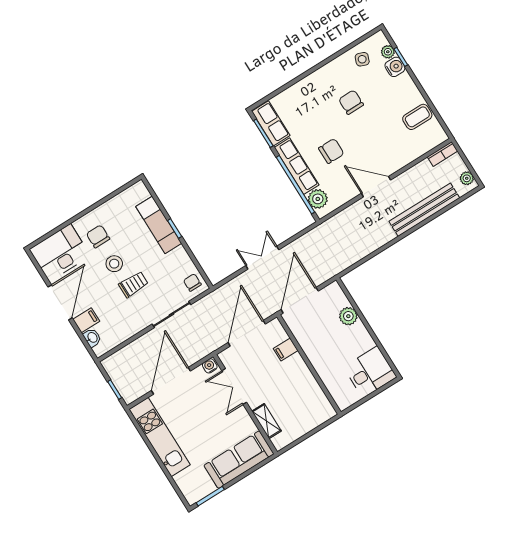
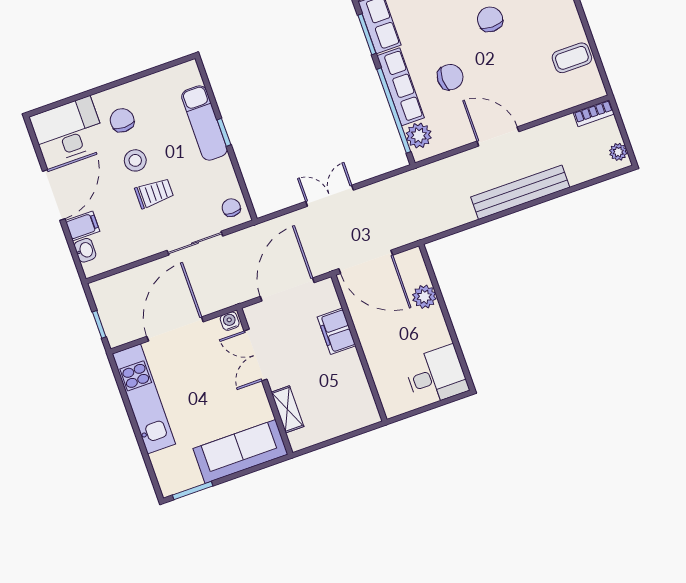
bench: (424, 210) -> (520, 192), moved
door: (300, 300) -> (366, 262), swing flipped
filing cabinet: (286, 349) -> (337, 331), width x2.00

